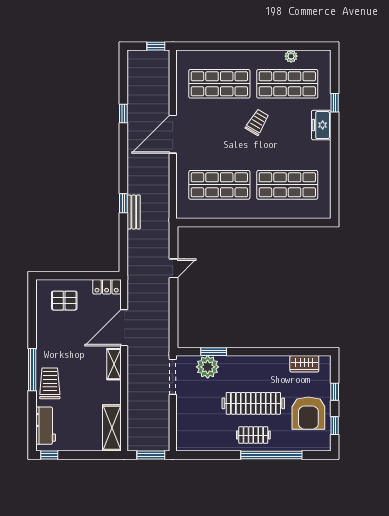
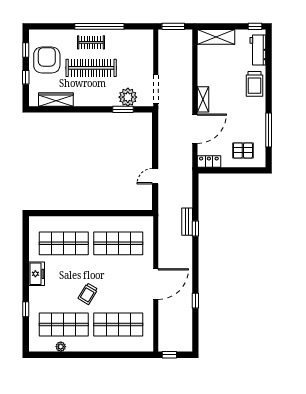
freezer: (321, 125) -> (37, 274), moved
wardrobe: (304, 364) -> (56, 100), width x1.50
window: (32, 370) -> (269, 130), moved
shelving: (112, 428) -> (216, 37), moved, turned 90
window: (271, 455) -> (99, 26), moved

